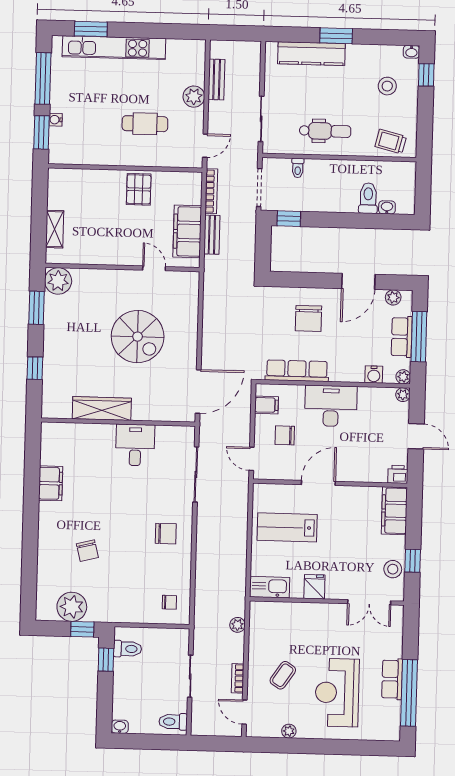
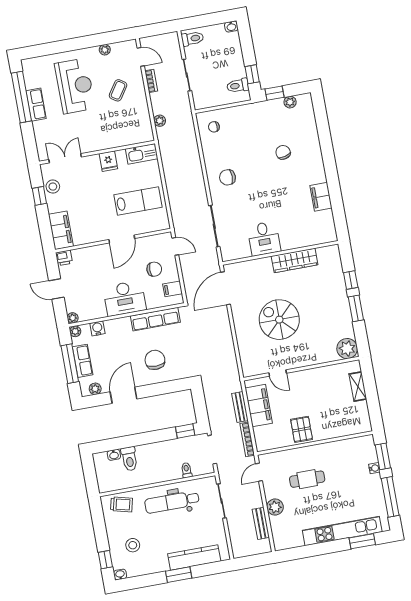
dental chair: (325, 131) -> (172, 502), width x1.36, depth x1.38
window: (37, 308) -> (356, 308), moved
plant: (72, 607) -> (290, 102), width x0.53, depth x0.53

